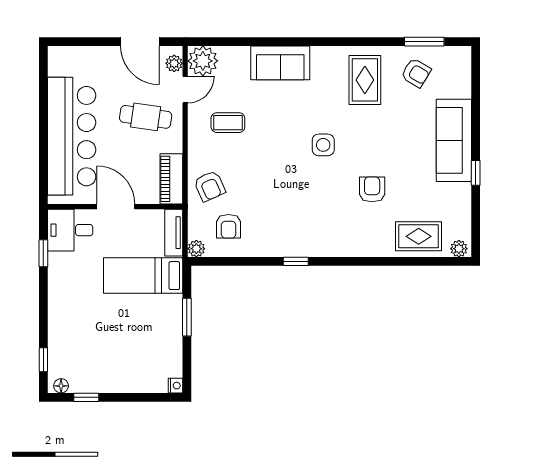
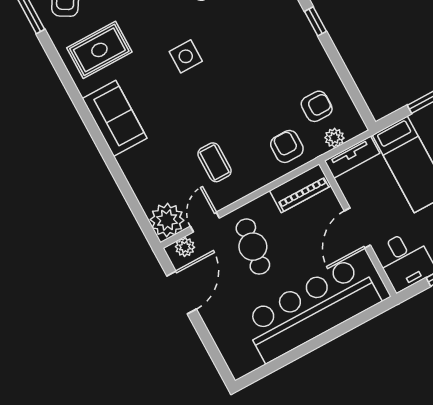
sofa: (280, 63) -> (115, 118), moved
door: (185, 90) -> (205, 222), hinge flipped
armchair: (210, 186) -> (287, 146), turned -66
plant: (196, 249) -> (334, 138), moved

